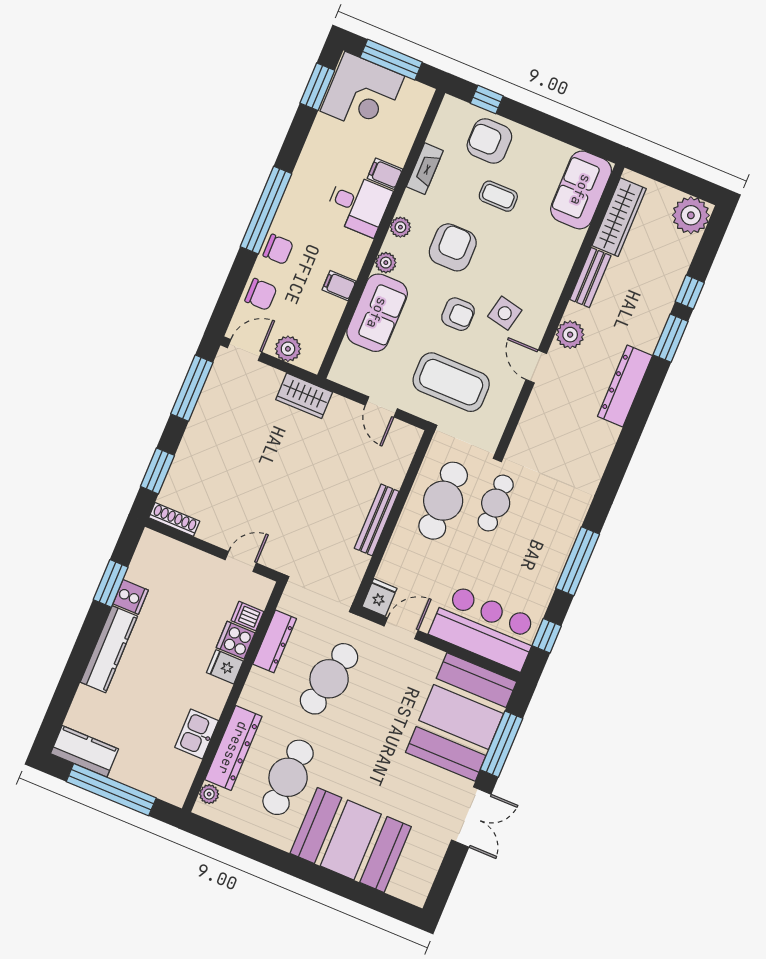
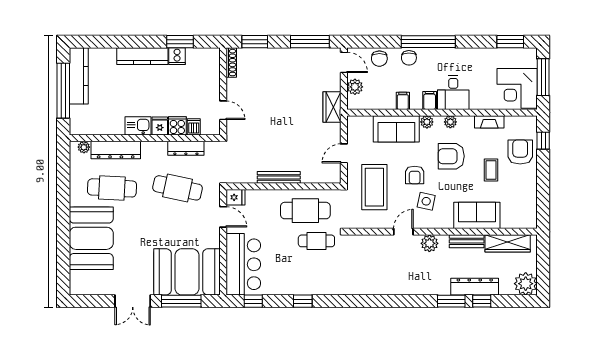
corner desk: (362, 94) -> (517, 88), moved
filing cabinet: (385, 174) -> (430, 100), moved
sofa: (581, 190) -> (477, 215), moved
armchair: (453, 247) -> (451, 156), turned 180
dresser: (625, 386) -> (475, 287), moved
window: (578, 561) -> (303, 301), width x0.46
kitchen sink: (197, 734) -> (138, 126), moved
kitchen counter: (85, 751) -> (79, 76), width x1.50

